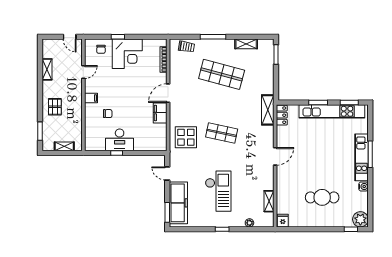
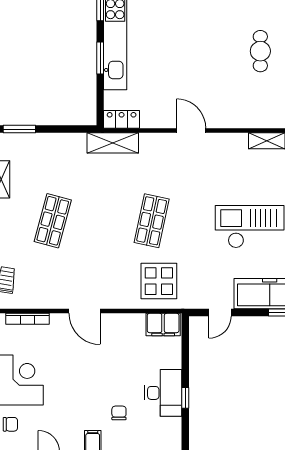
shop shelf: (222, 74) -> (53, 221), width x0.70, depth x0.74
filing cabinet: (160, 113) -> (163, 325), moved
cafe table: (322, 197) -> (260, 51), width x0.73, depth x0.74

